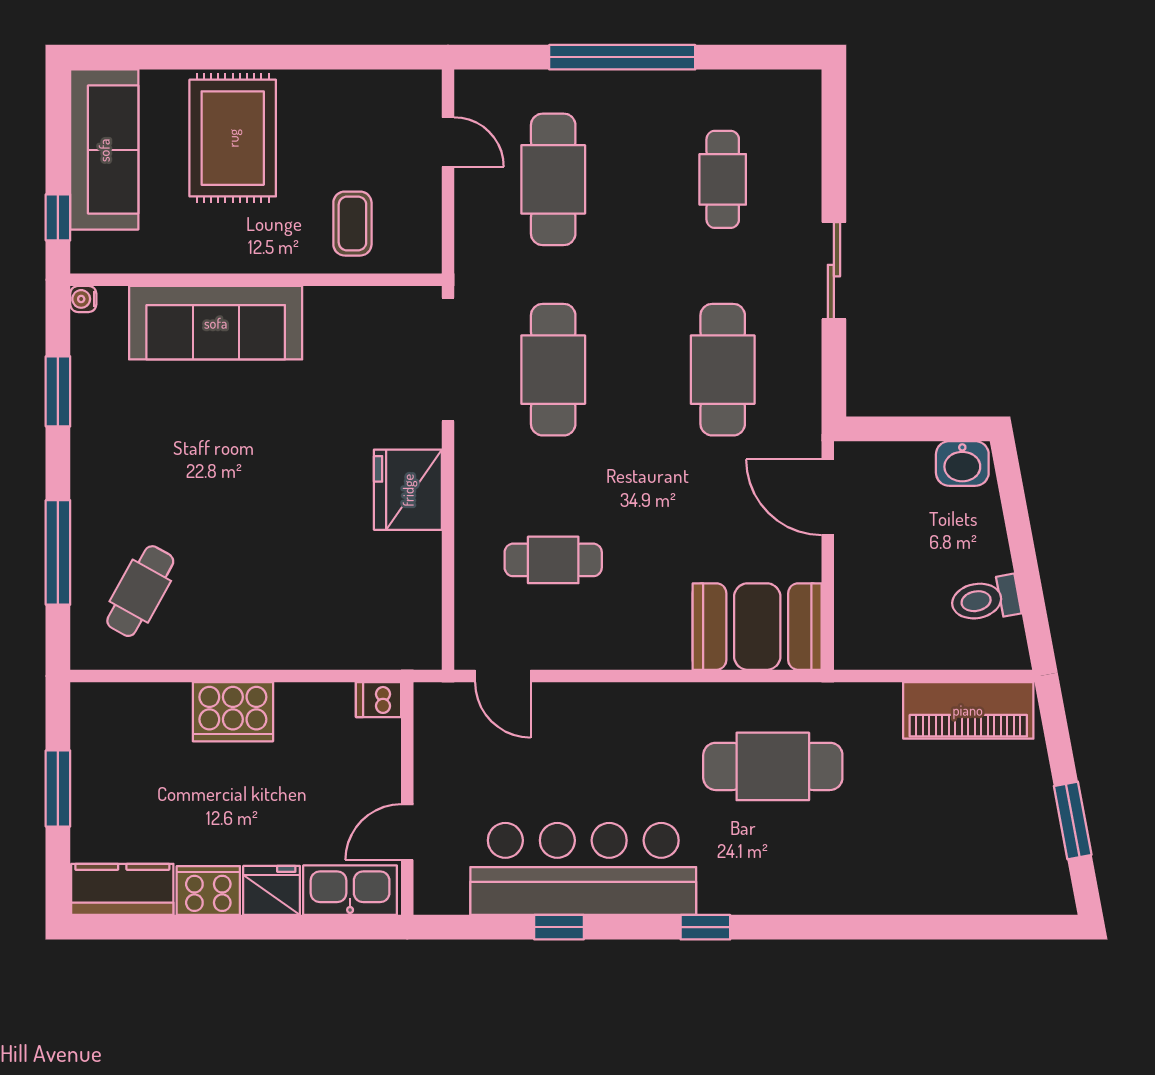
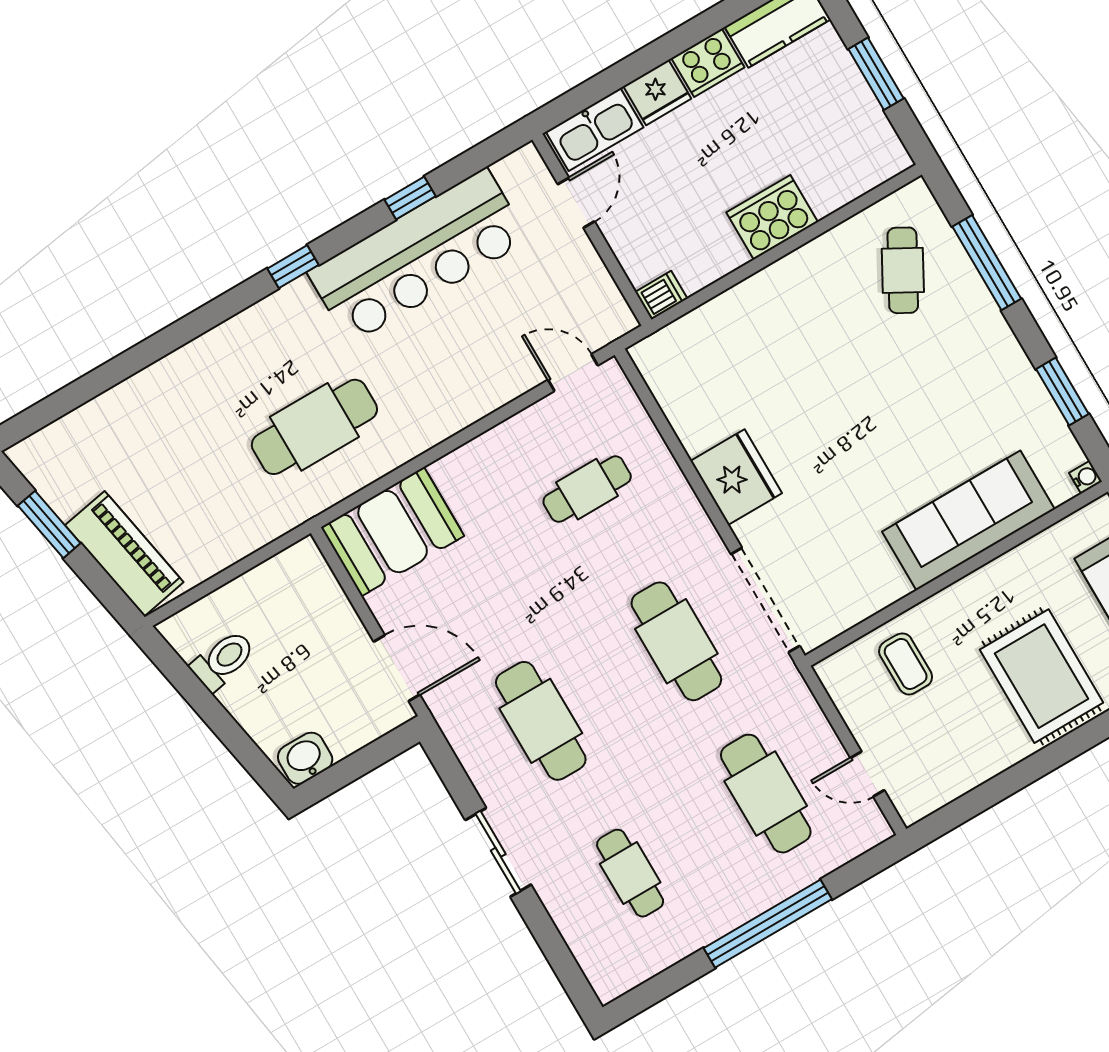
piano: (968, 710) -> (124, 554), moved, turned 79

